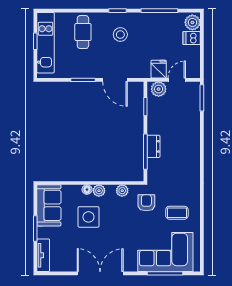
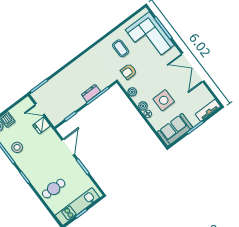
stool: (120, 35) -> (17, 147), moved
plant: (159, 89) -> (54, 116), removed

